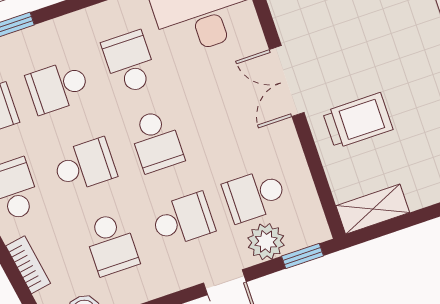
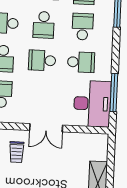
double door: (287, 81) -> (46, 128), swing flipped
trolley: (358, 121) -> (17, 152), width x0.73, depth x0.72

